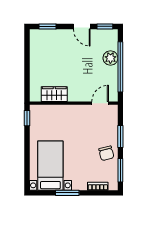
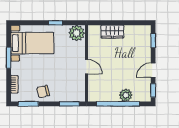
wardrobe: (54, 94) -> (112, 32), moved, turned 90
door: (100, 103) -> (87, 67), moved
plant: (39, 115) -> (77, 33), added
window: (27, 118) -> (55, 23), moved
window: (120, 136) -> (69, 104), moved

